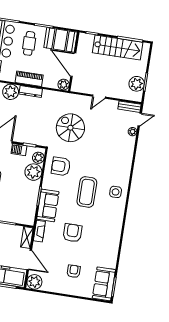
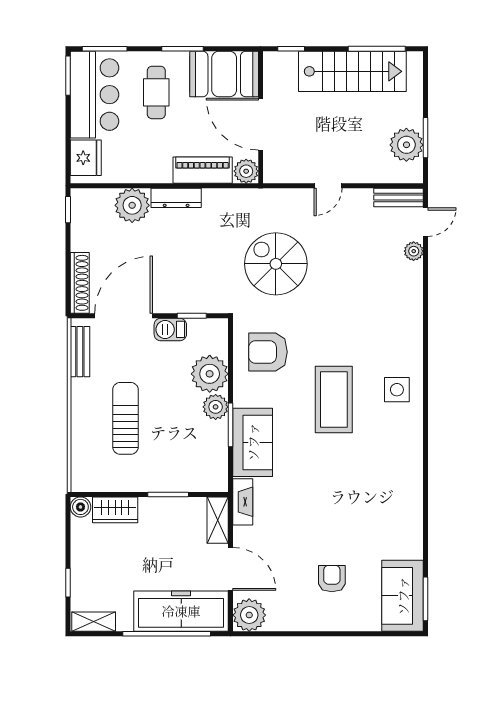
piano: (29, 79) -> (203, 170), moved
plant: (38, 158) -> (216, 407), moved
armchair: (72, 233) -> (316, 494), removed

